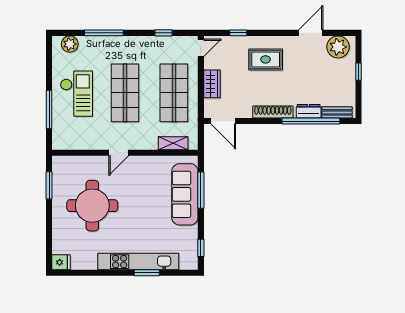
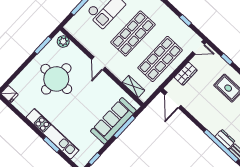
shoe rack: (273, 112) -> (205, 121), removed
door: (119, 153) -> (98, 63), hinge flipped
plant: (65, 163) -> (63, 41), added

